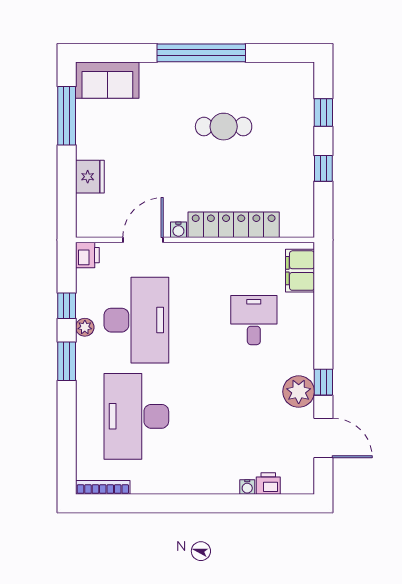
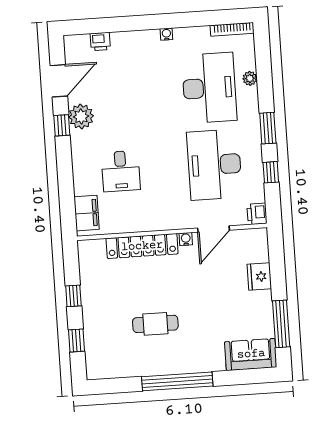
plant: (85, 327) -> (250, 78), moved
door: (323, 438) -> (59, 81), swing flipped
water cooler: (247, 487) -> (166, 34), moved

